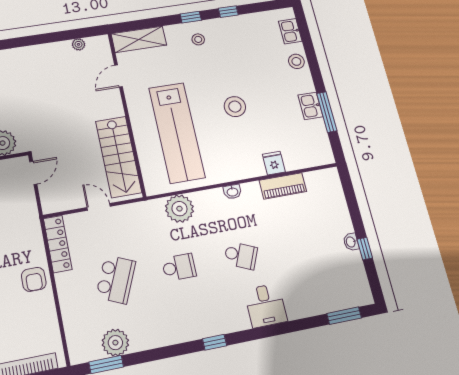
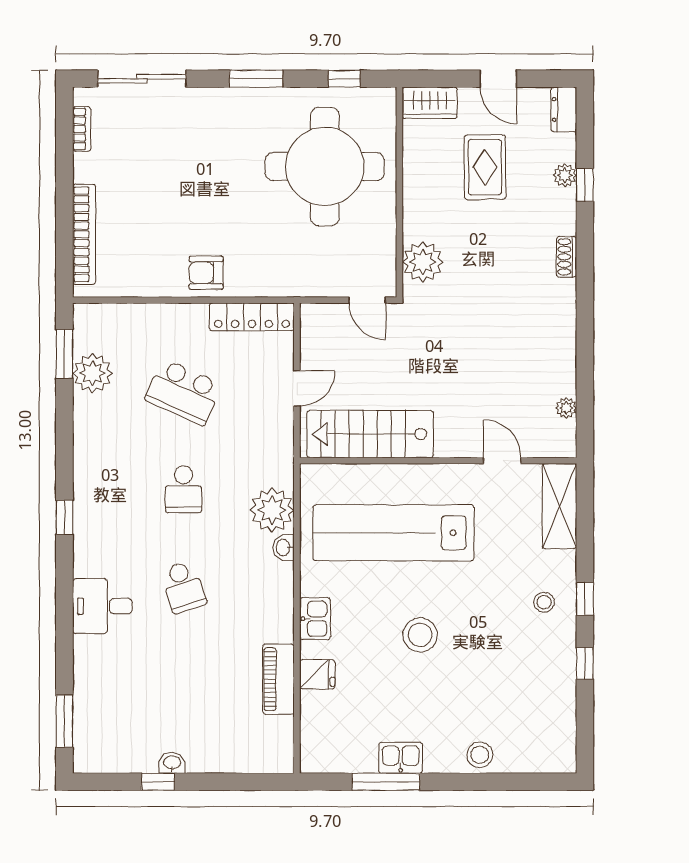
kitchen sink: (290, 31) -> (315, 619), moved, turned 90
washbasin: (232, 192) -> (284, 547), moved
school desk: (241, 255) -> (183, 587), turned -42

